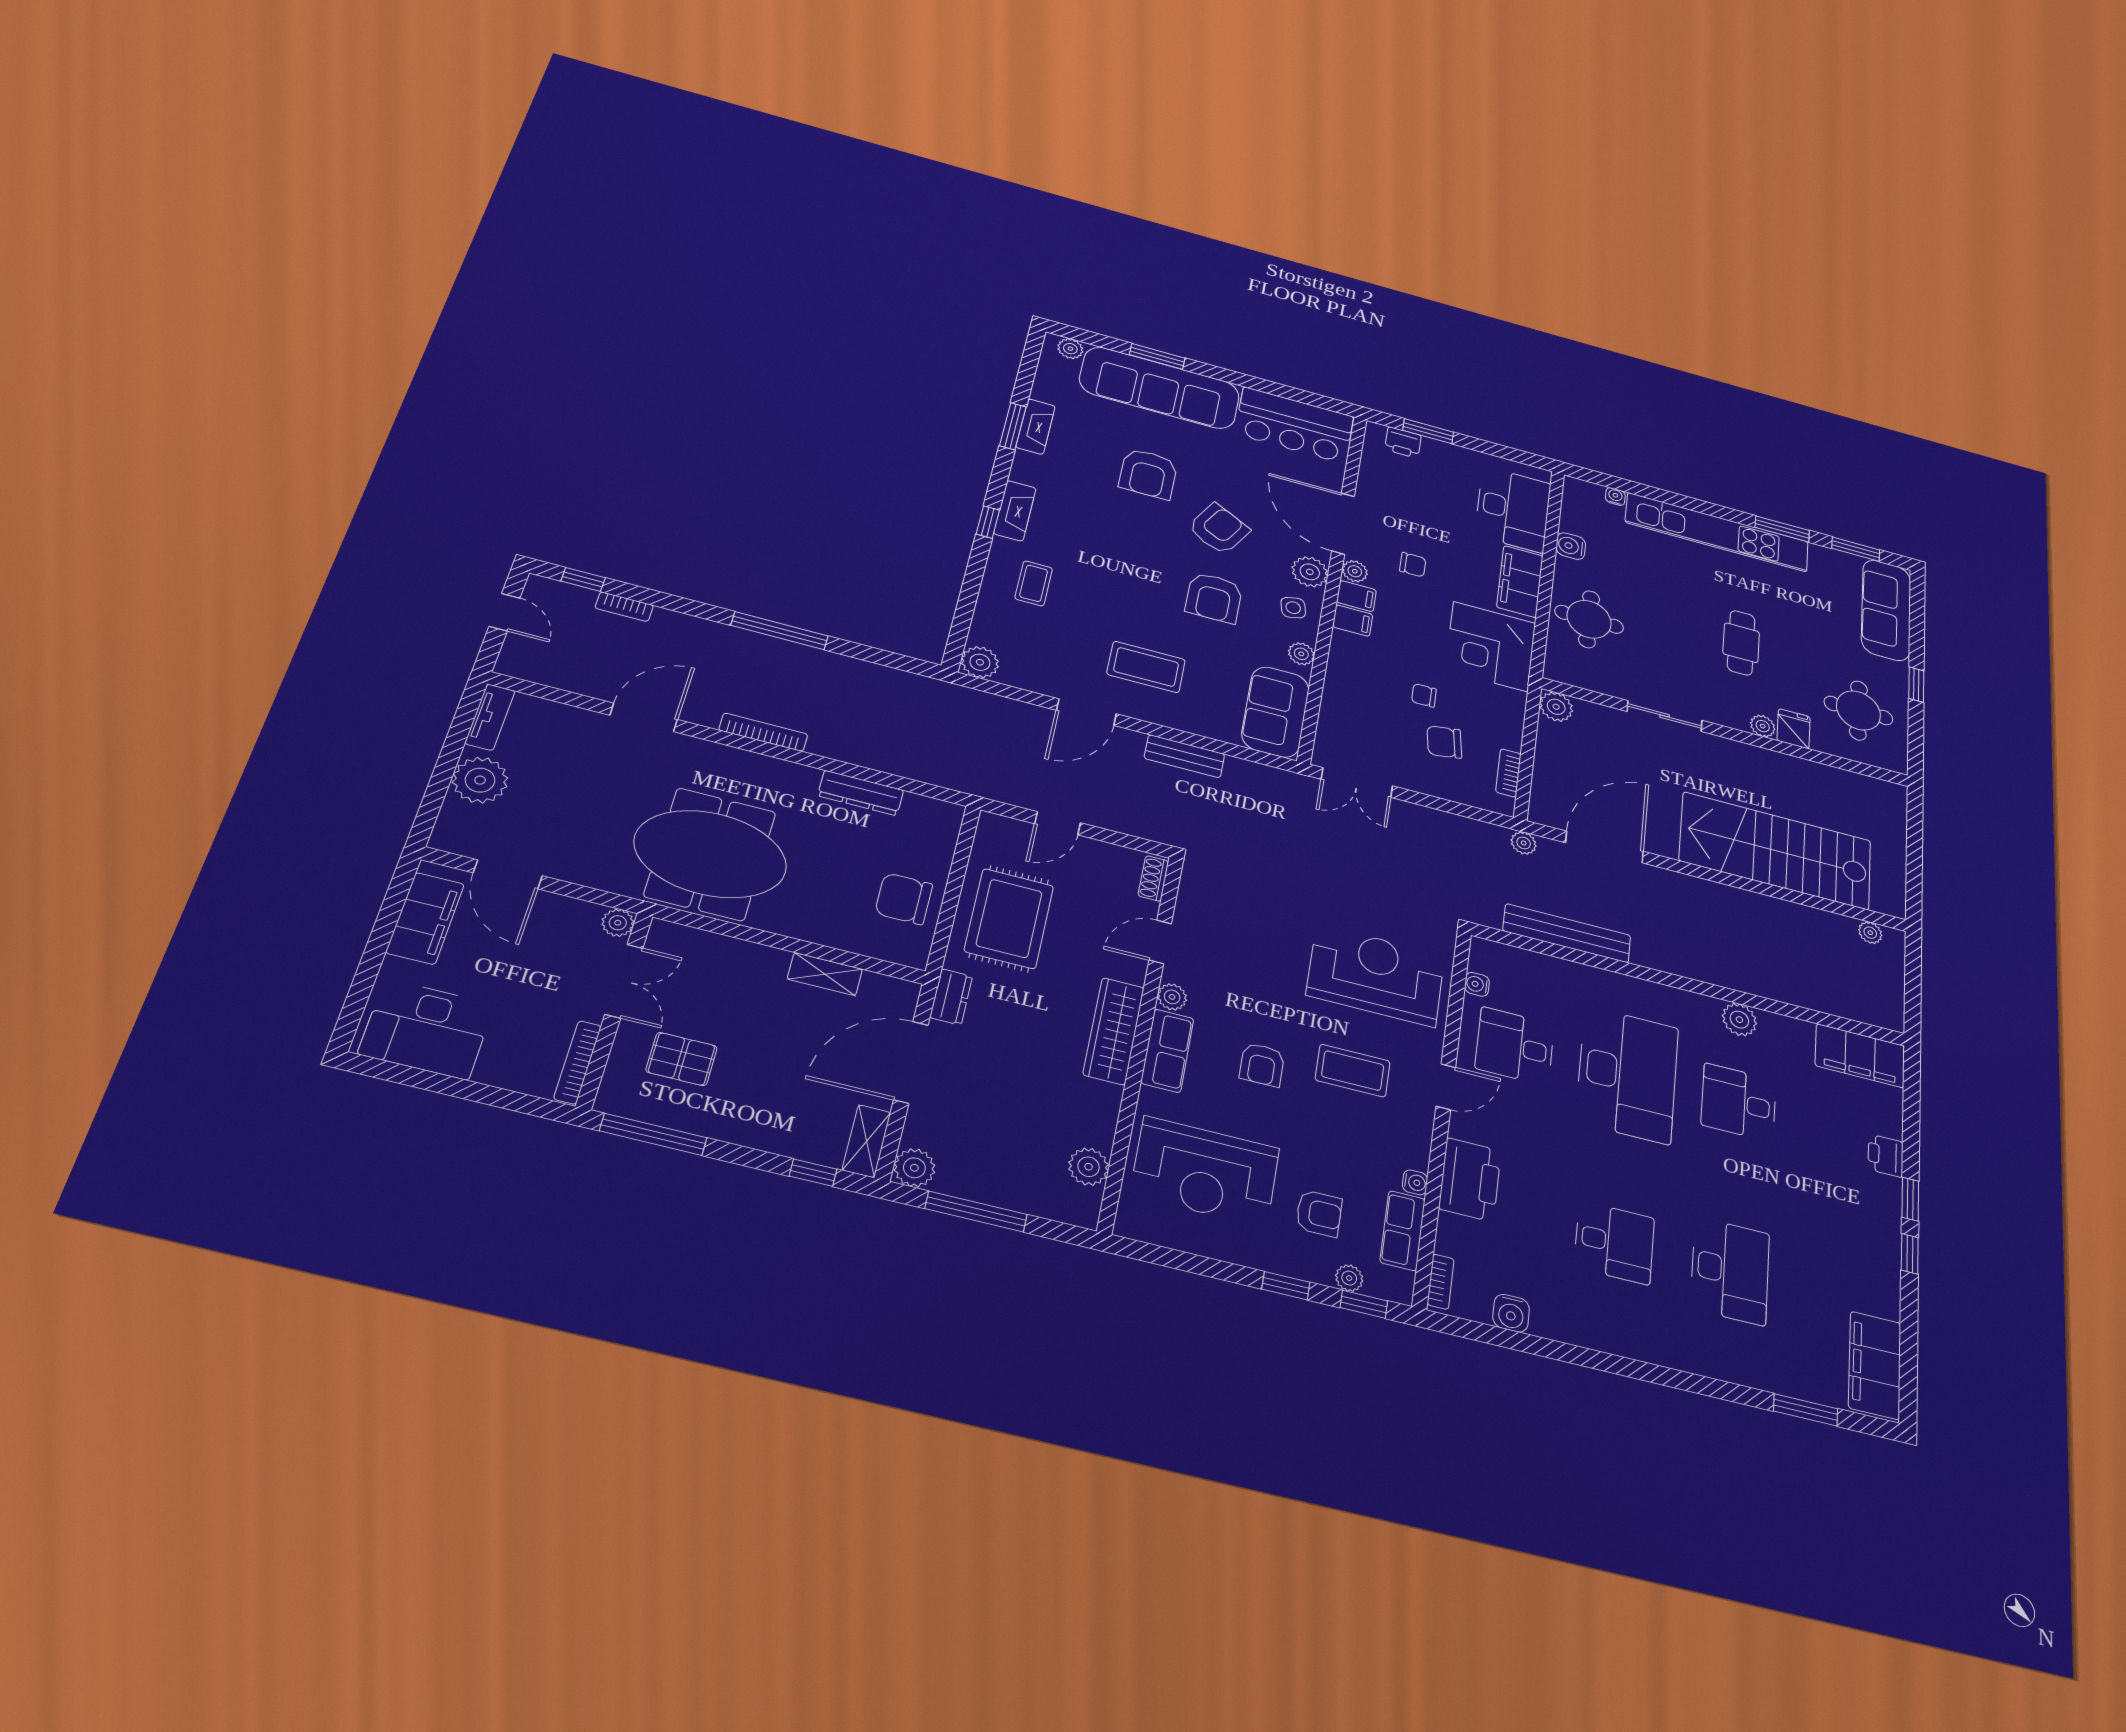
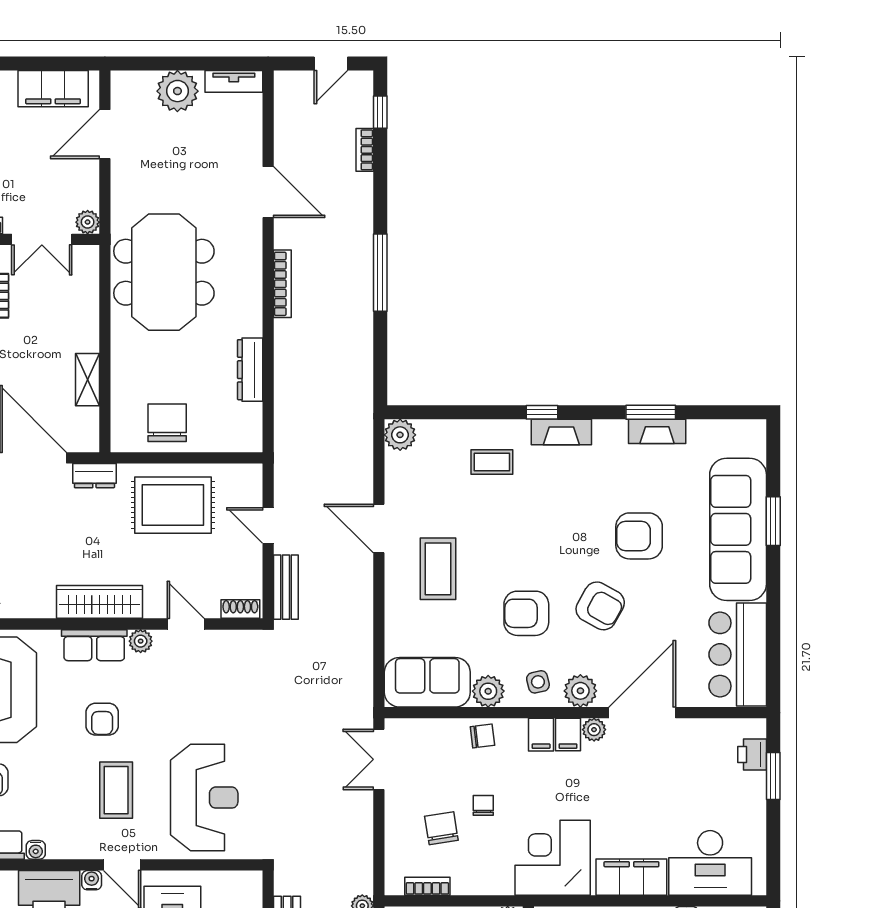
plant: (1070, 349) -> (755, 444), removed
chair: (1413, 565) -> (482, 736), moved, turned -97
plant: (1301, 654) -> (488, 691), width x1.38, depth x1.38
bench: (1184, 756) -> (286, 587), moved
water cooler: (1477, 984) -> (92, 880), moved
armchair: (1262, 1065) -> (102, 719), turned -90

